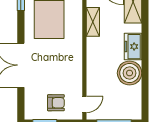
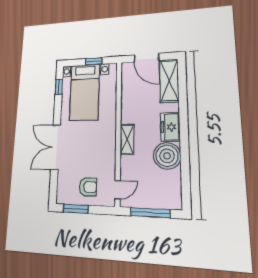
shelving: (93, 22) -> (127, 139), moved

